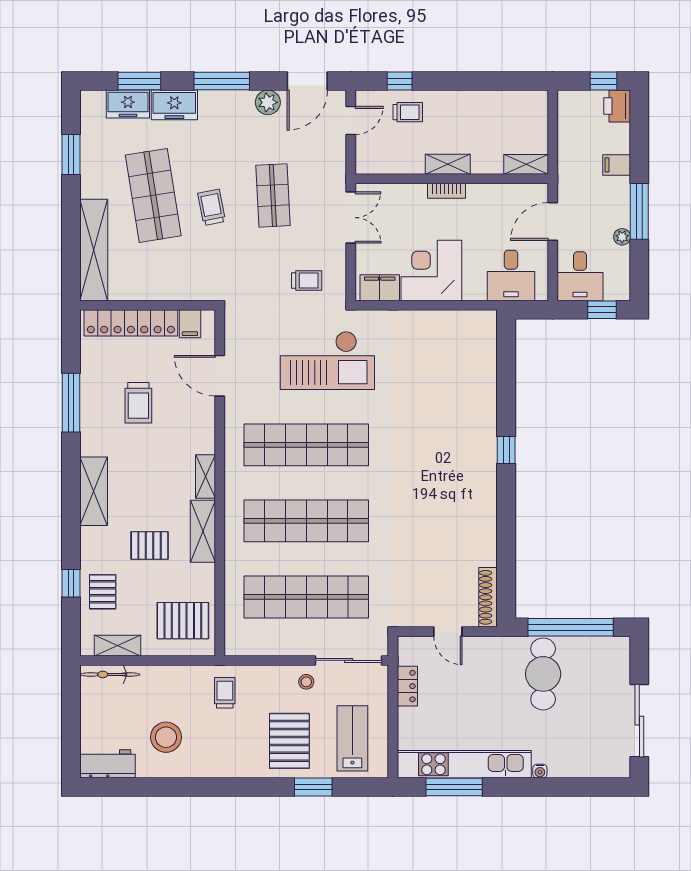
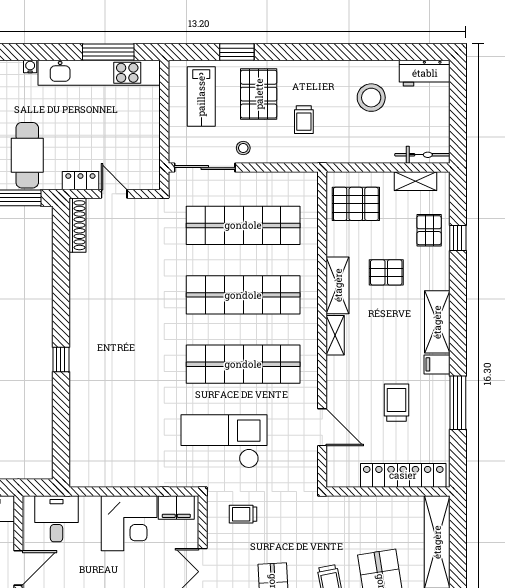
filing cabinet: (190, 324) -> (437, 364), moved, turned -90
locker: (407, 686) -> (80, 181), moved, turned 90
trolley: (225, 693) -> (304, 120), moved

